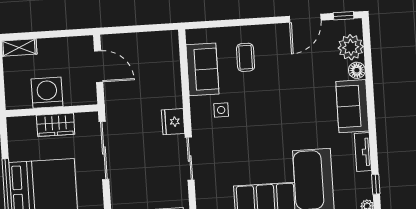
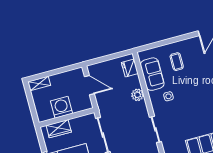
plant: (172, 98) -> (138, 95), added
fridge: (173, 122) -> (130, 68), moved
wardrobe: (56, 125) -> (59, 129), moved

